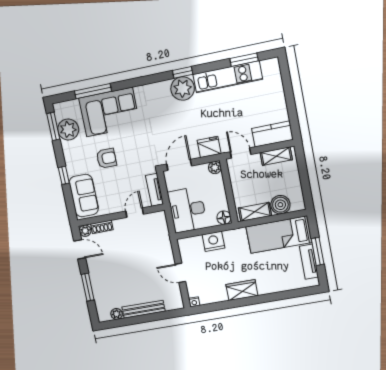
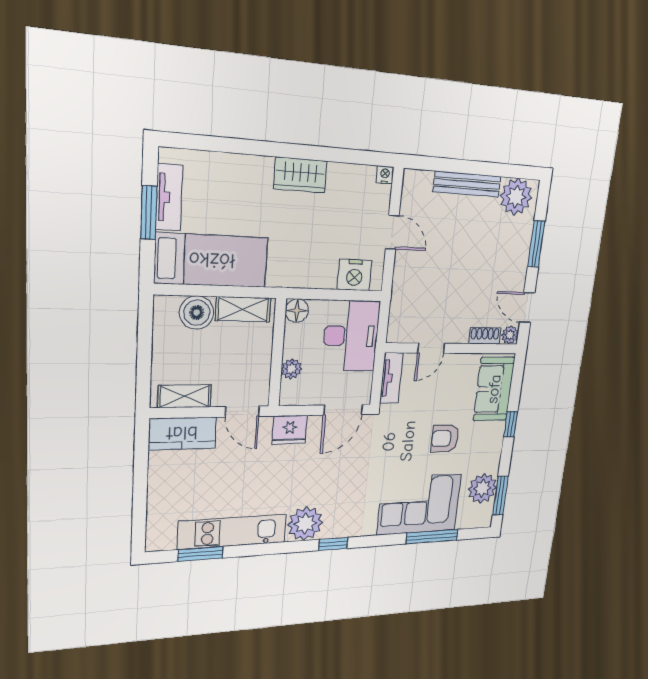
window: (183, 72) -> (333, 544), moved
plant: (215, 168) -> (291, 369), moved
nightstand: (213, 241) -> (354, 275), moved
plant: (117, 314) -> (516, 197), width x1.88, depth x1.88

